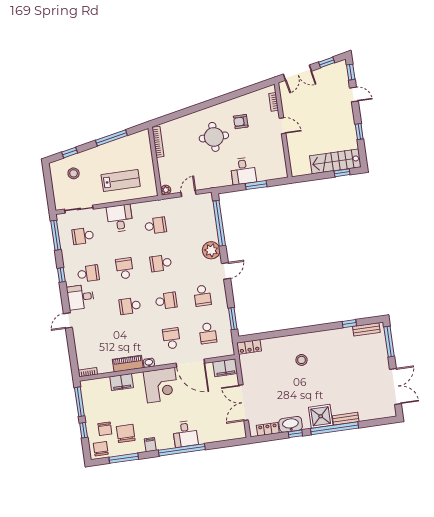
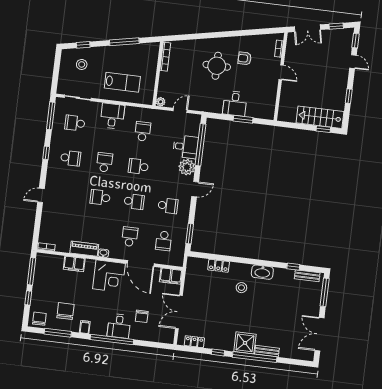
school desk: (155, 226) -> (143, 131), turned -90
school desk: (202, 296) -> (168, 206), turned -90
desk: (80, 297) -> (186, 147), moved, turned 180
locker: (249, 347) -> (219, 266), moved
double door: (395, 386) -> (320, 334), swing flipped
washbasin: (291, 424) -> (262, 272), moved, turned 180
chair: (105, 429) -> (142, 316), moved

